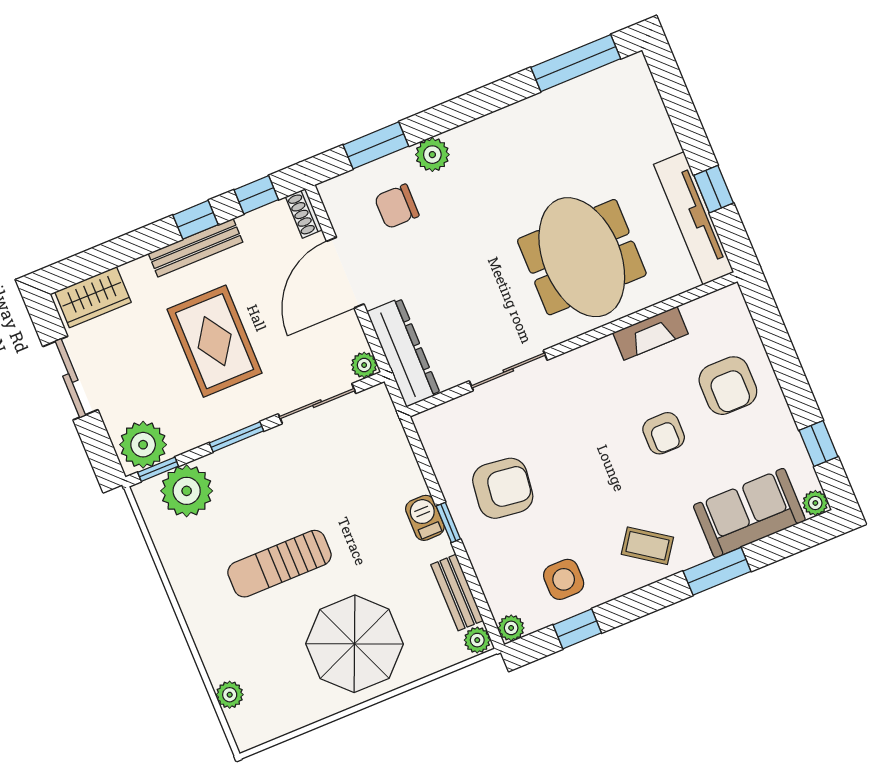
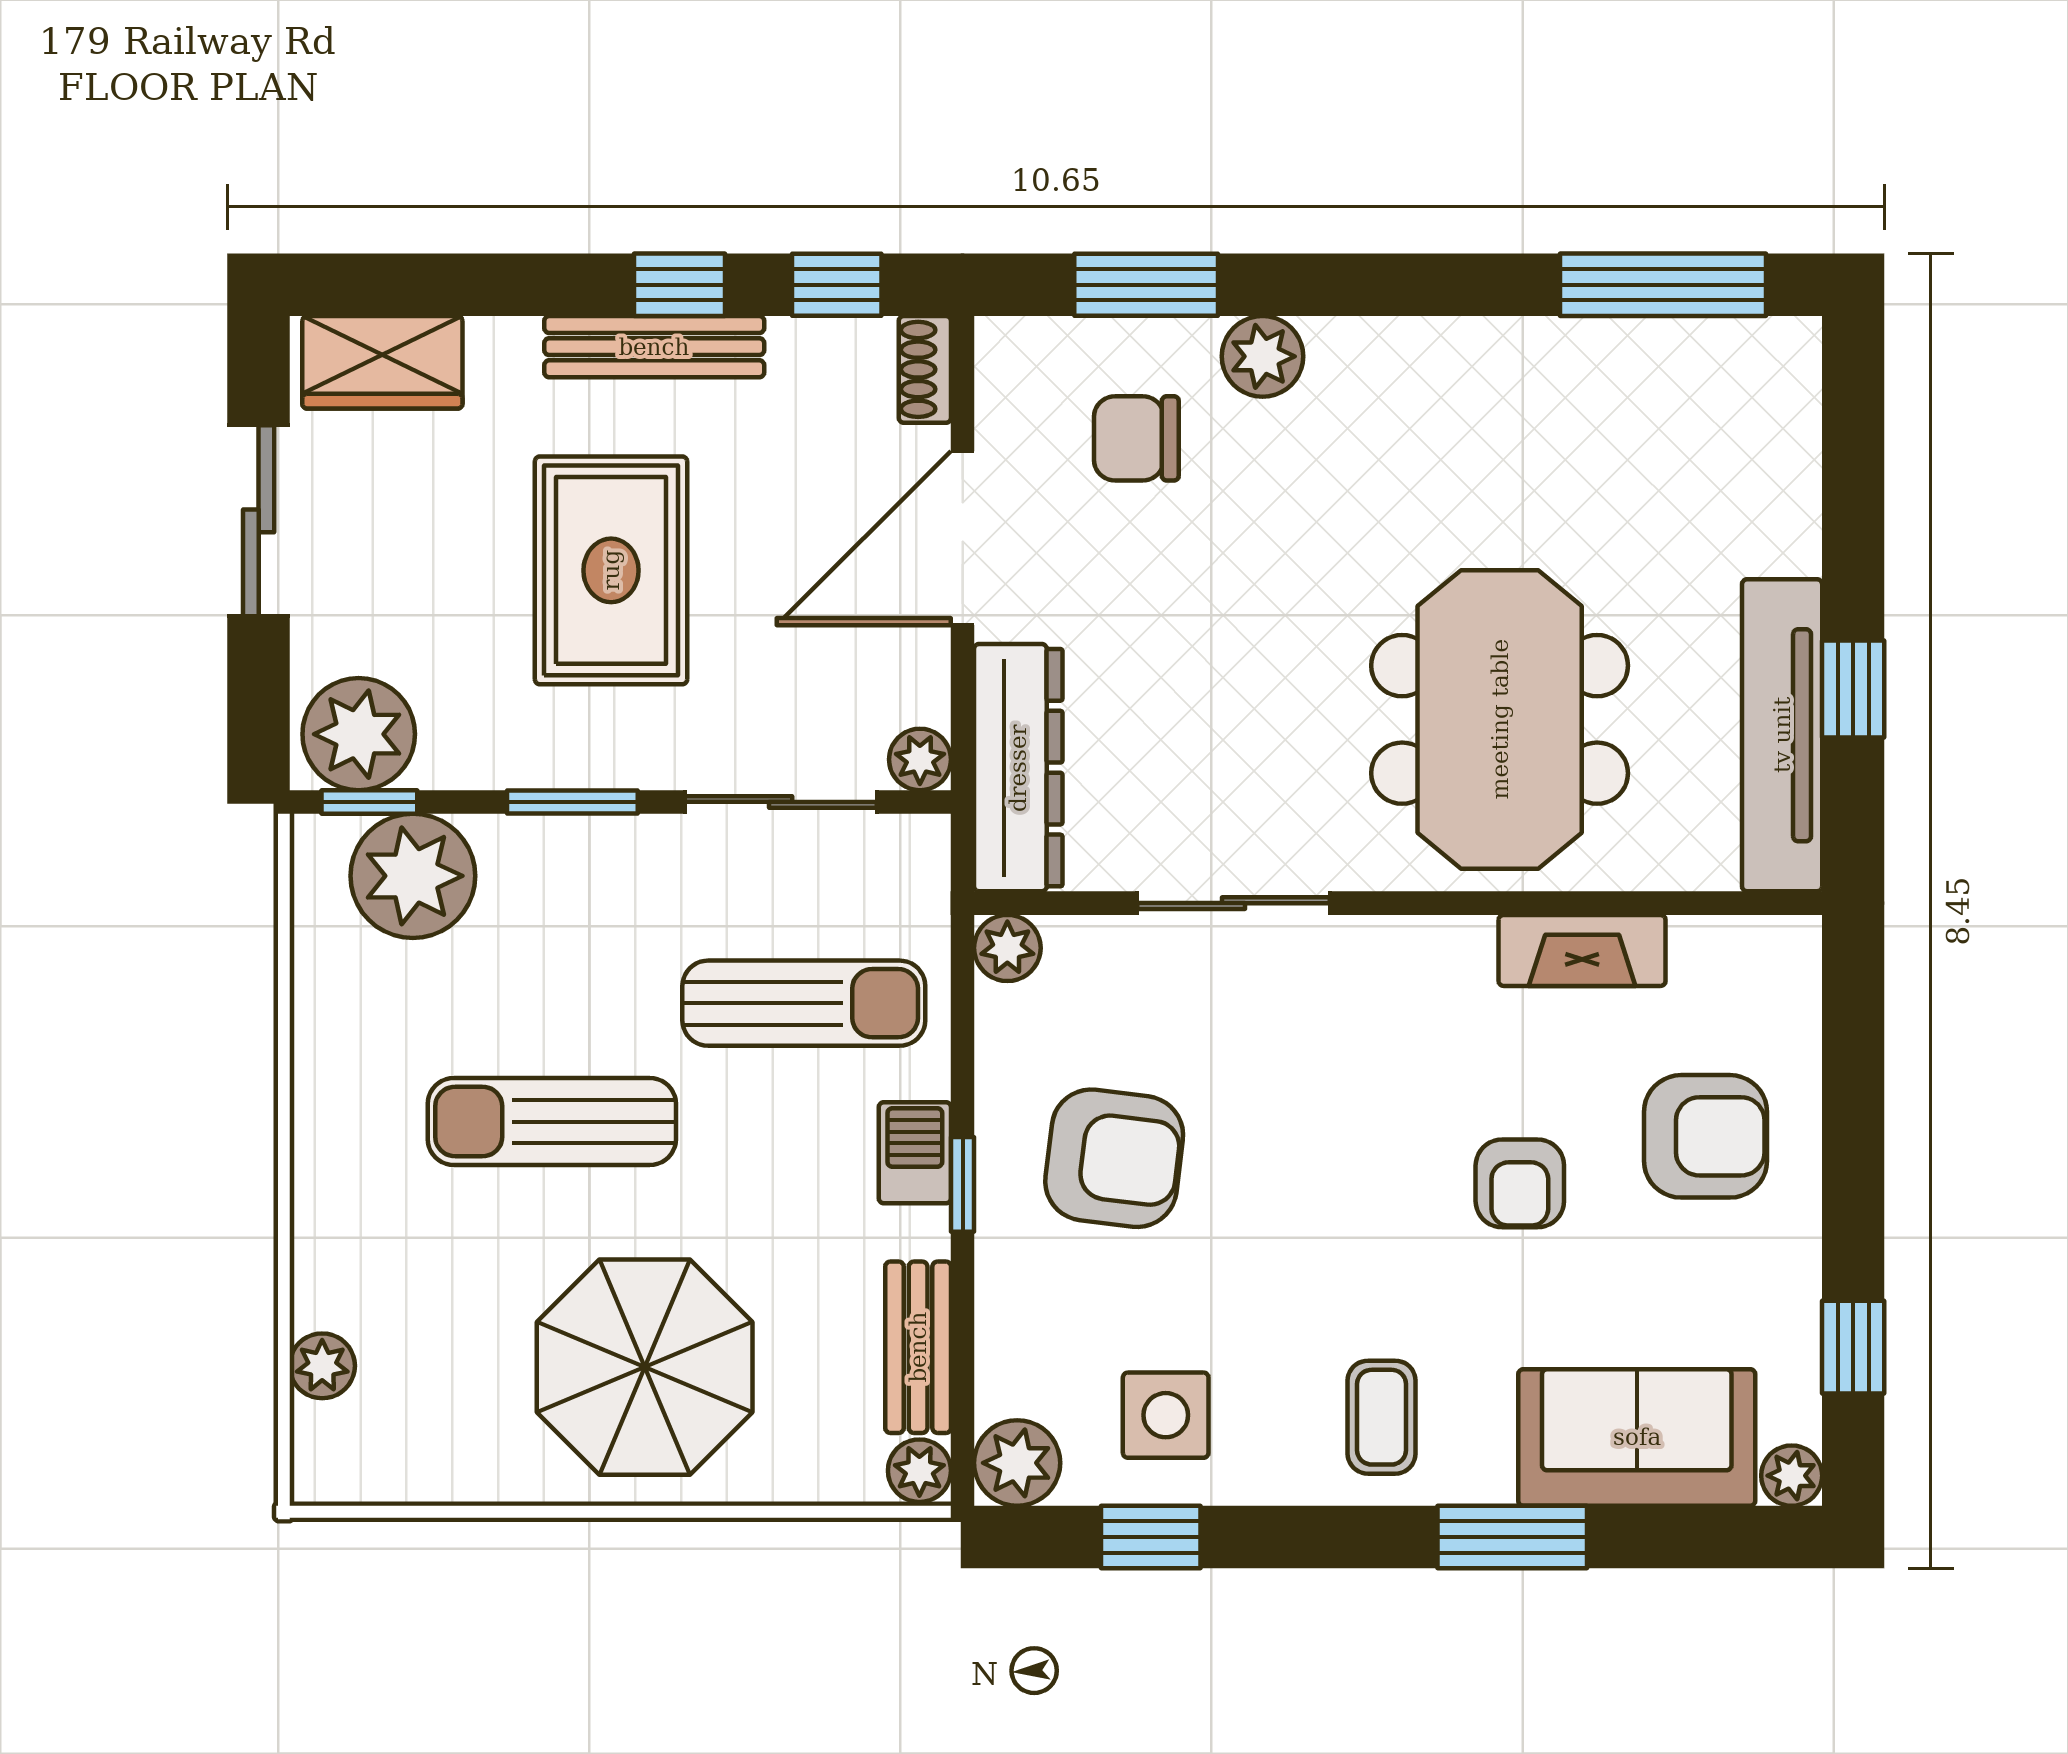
armchair: (728, 386) -> (1706, 1136), turned -90
plant: (428, 424) -> (1007, 948), added
sun lounger: (358, 478) -> (804, 1003), added
coffee table: (647, 546) -> (1382, 1417), turned 55
plant: (511, 628) -> (1017, 1463), width x1.38, depth x1.38

